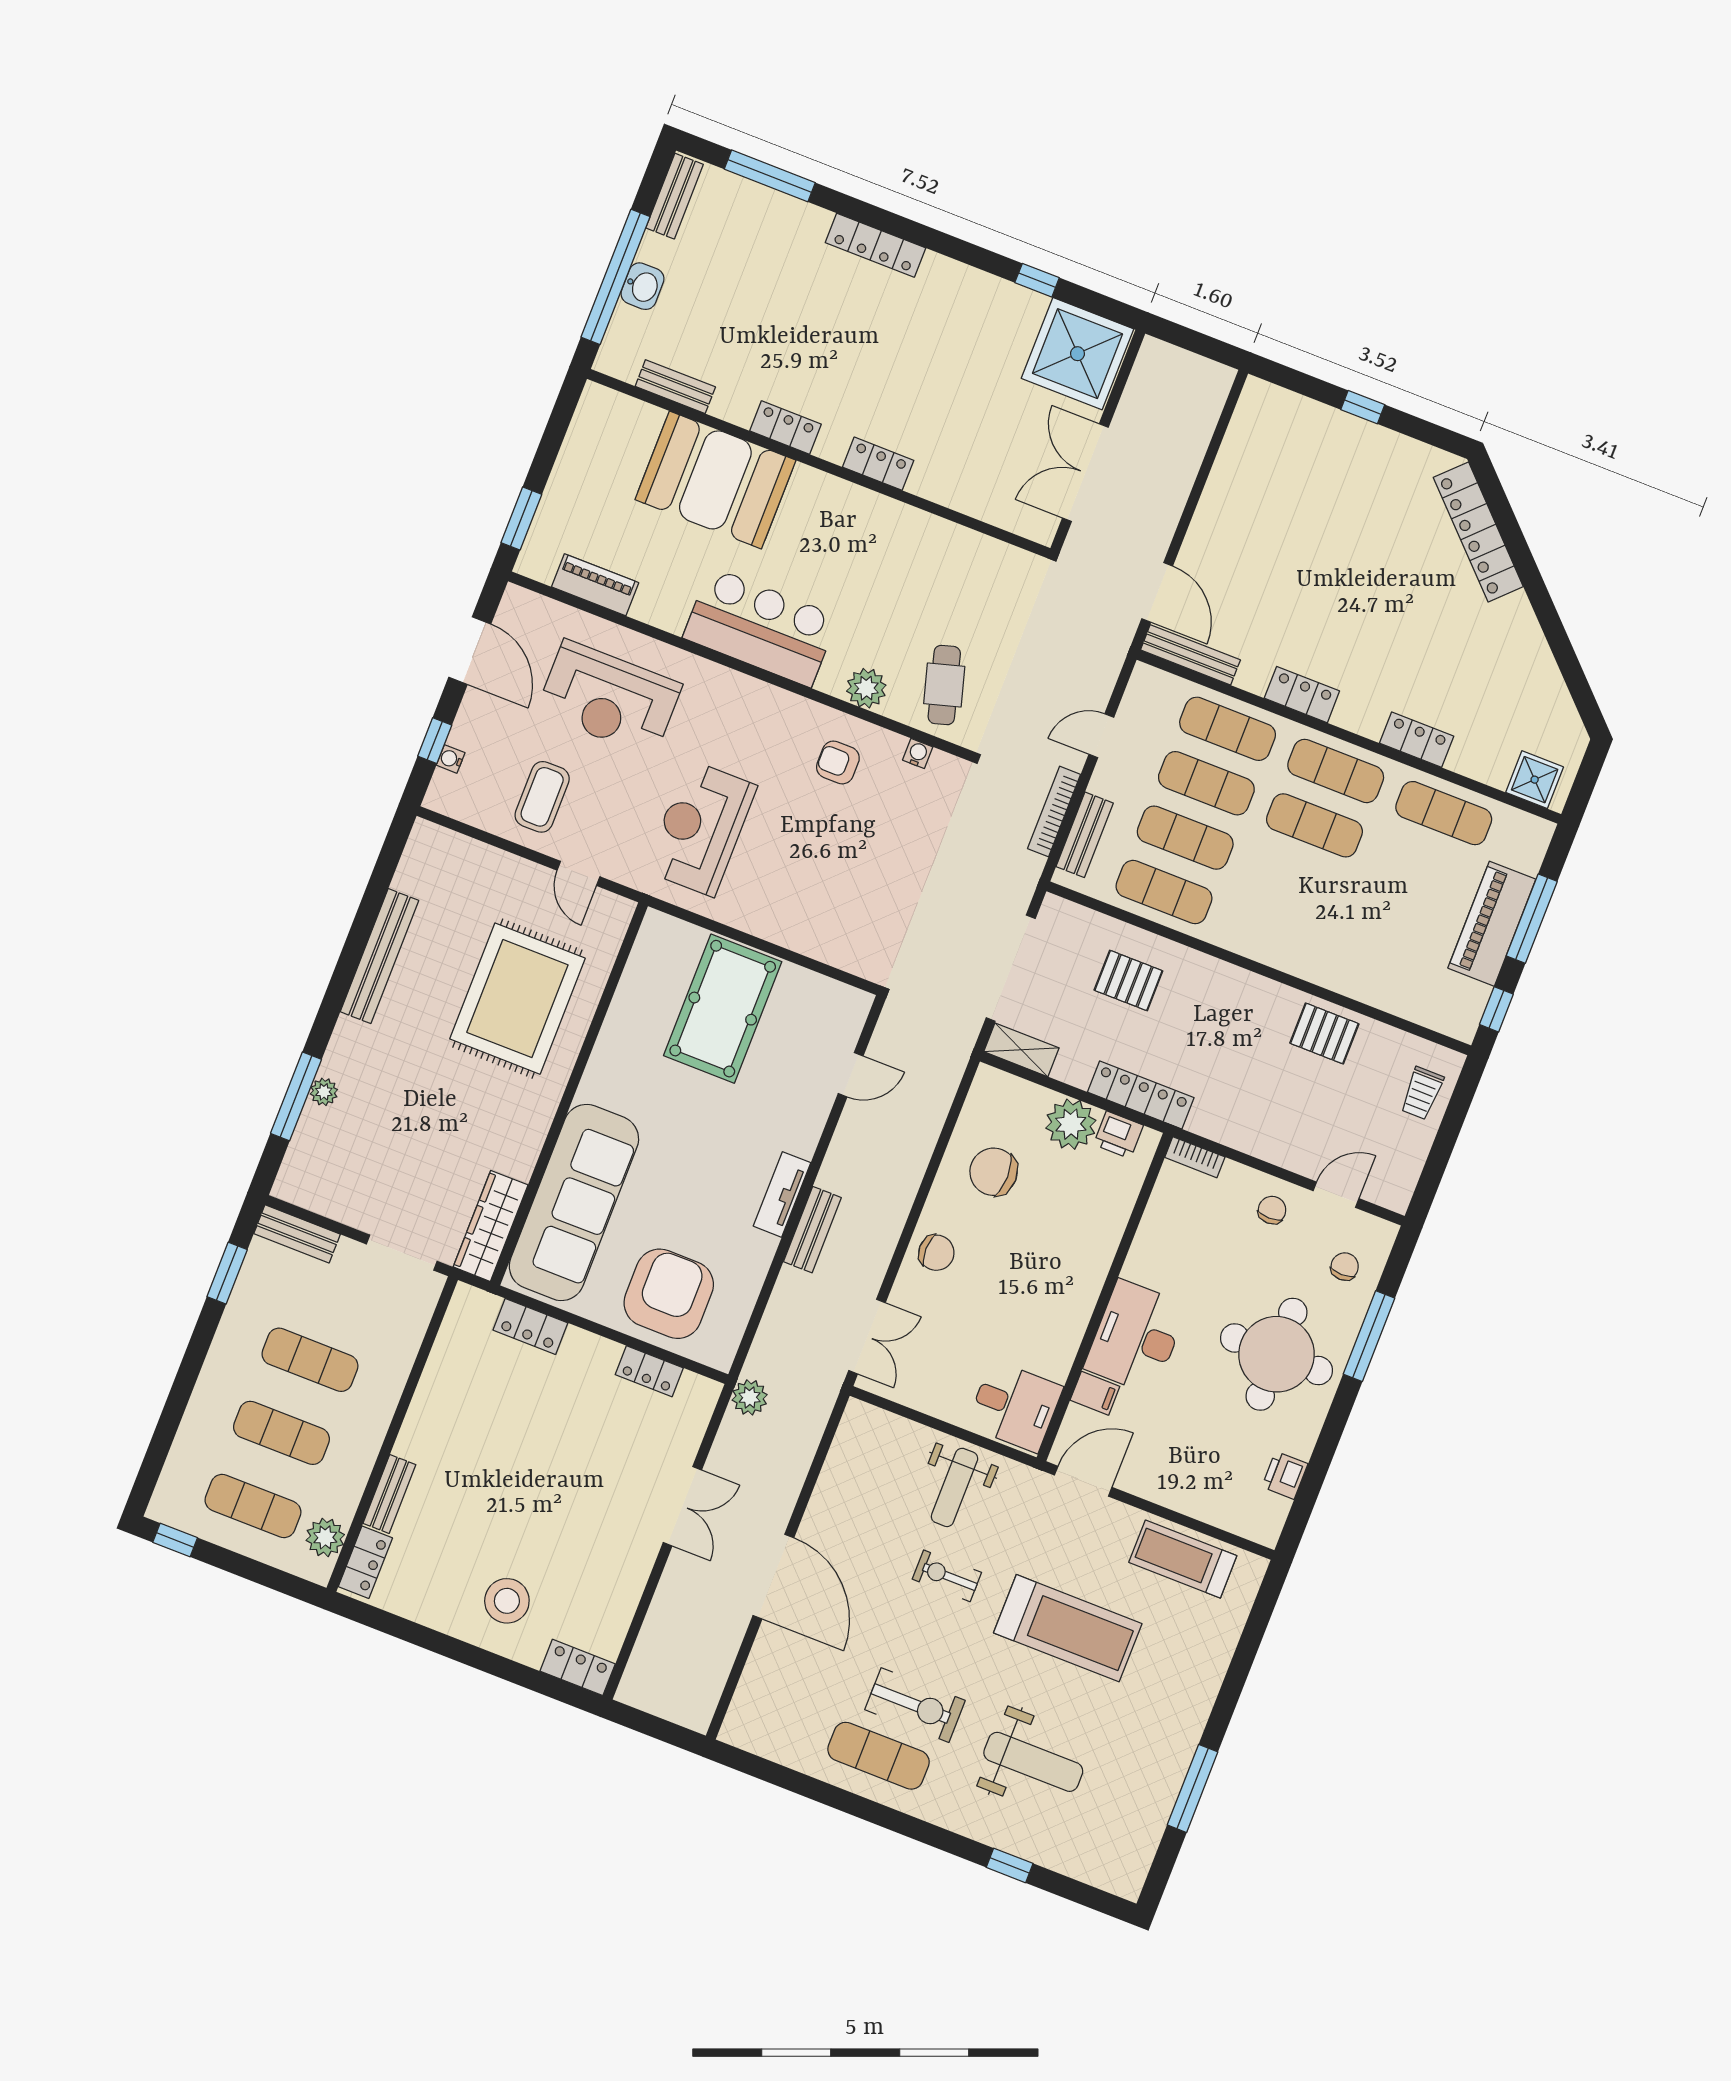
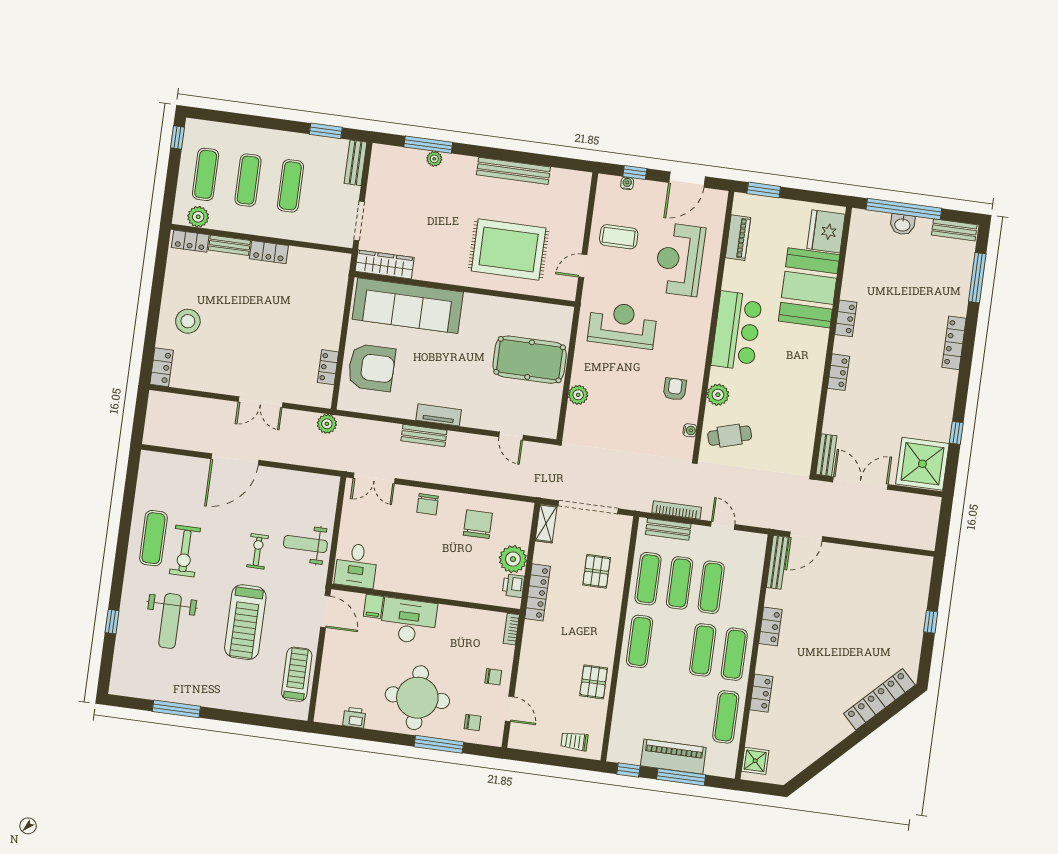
bench: (675, 387) -> (826, 455), moved
fridge: (622, 425) -> (826, 231), added
exercise mat: (1228, 729) -> (640, 641), moved
plant: (806, 937) -> (578, 395), added
locker: (530, 1327) -> (269, 252), moved, turned -90

